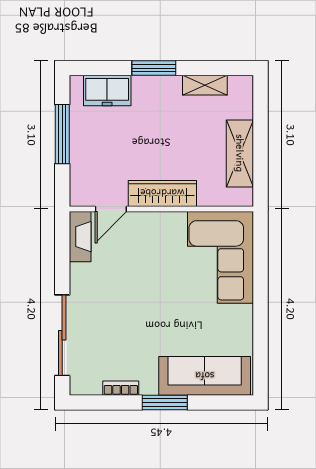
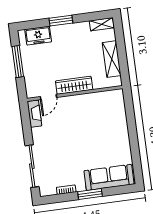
shelving: (205, 85) -> (102, 24), moved
corner sofa: (221, 257) -> (109, 115), removed

